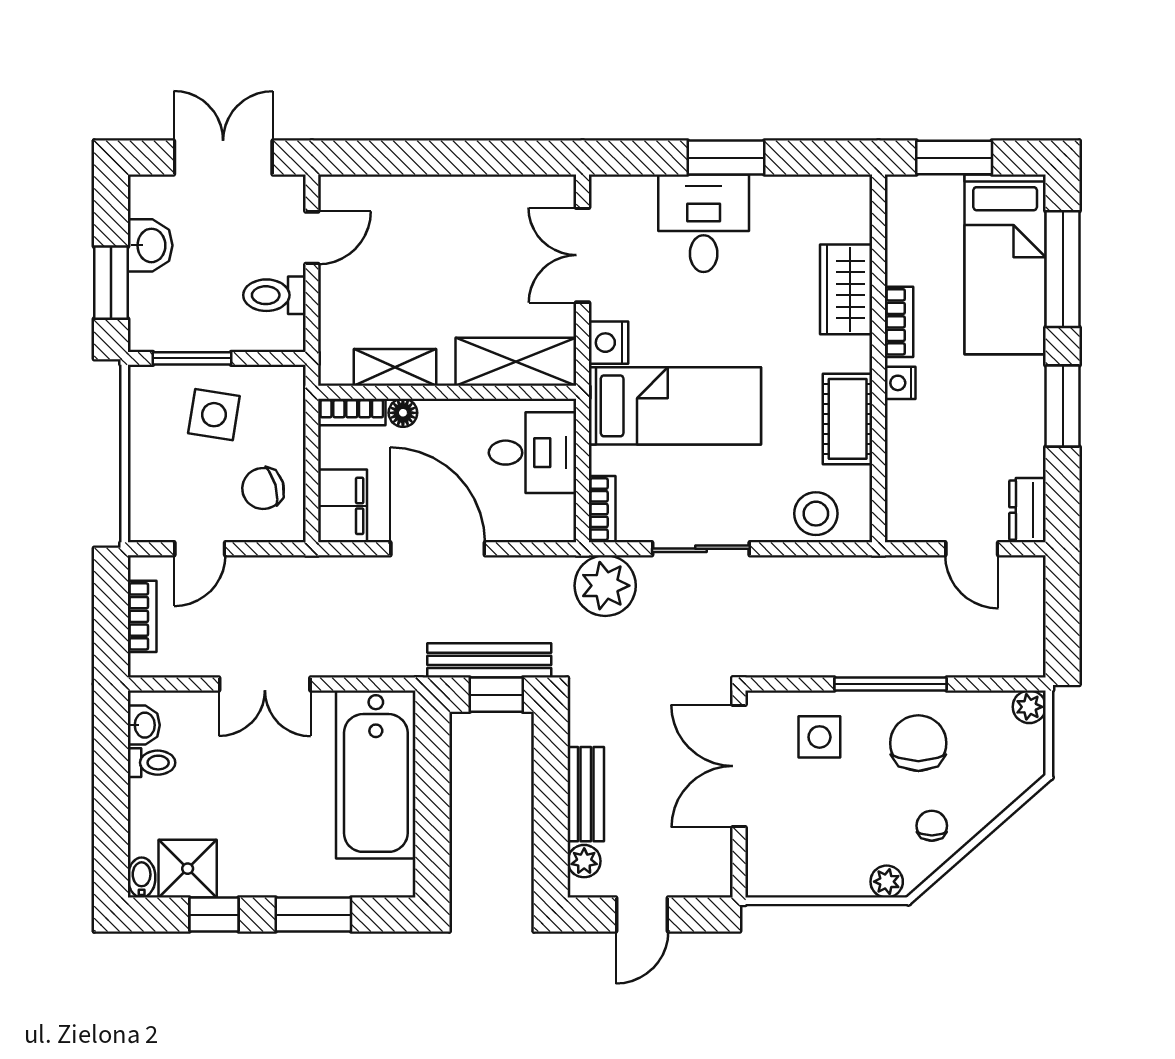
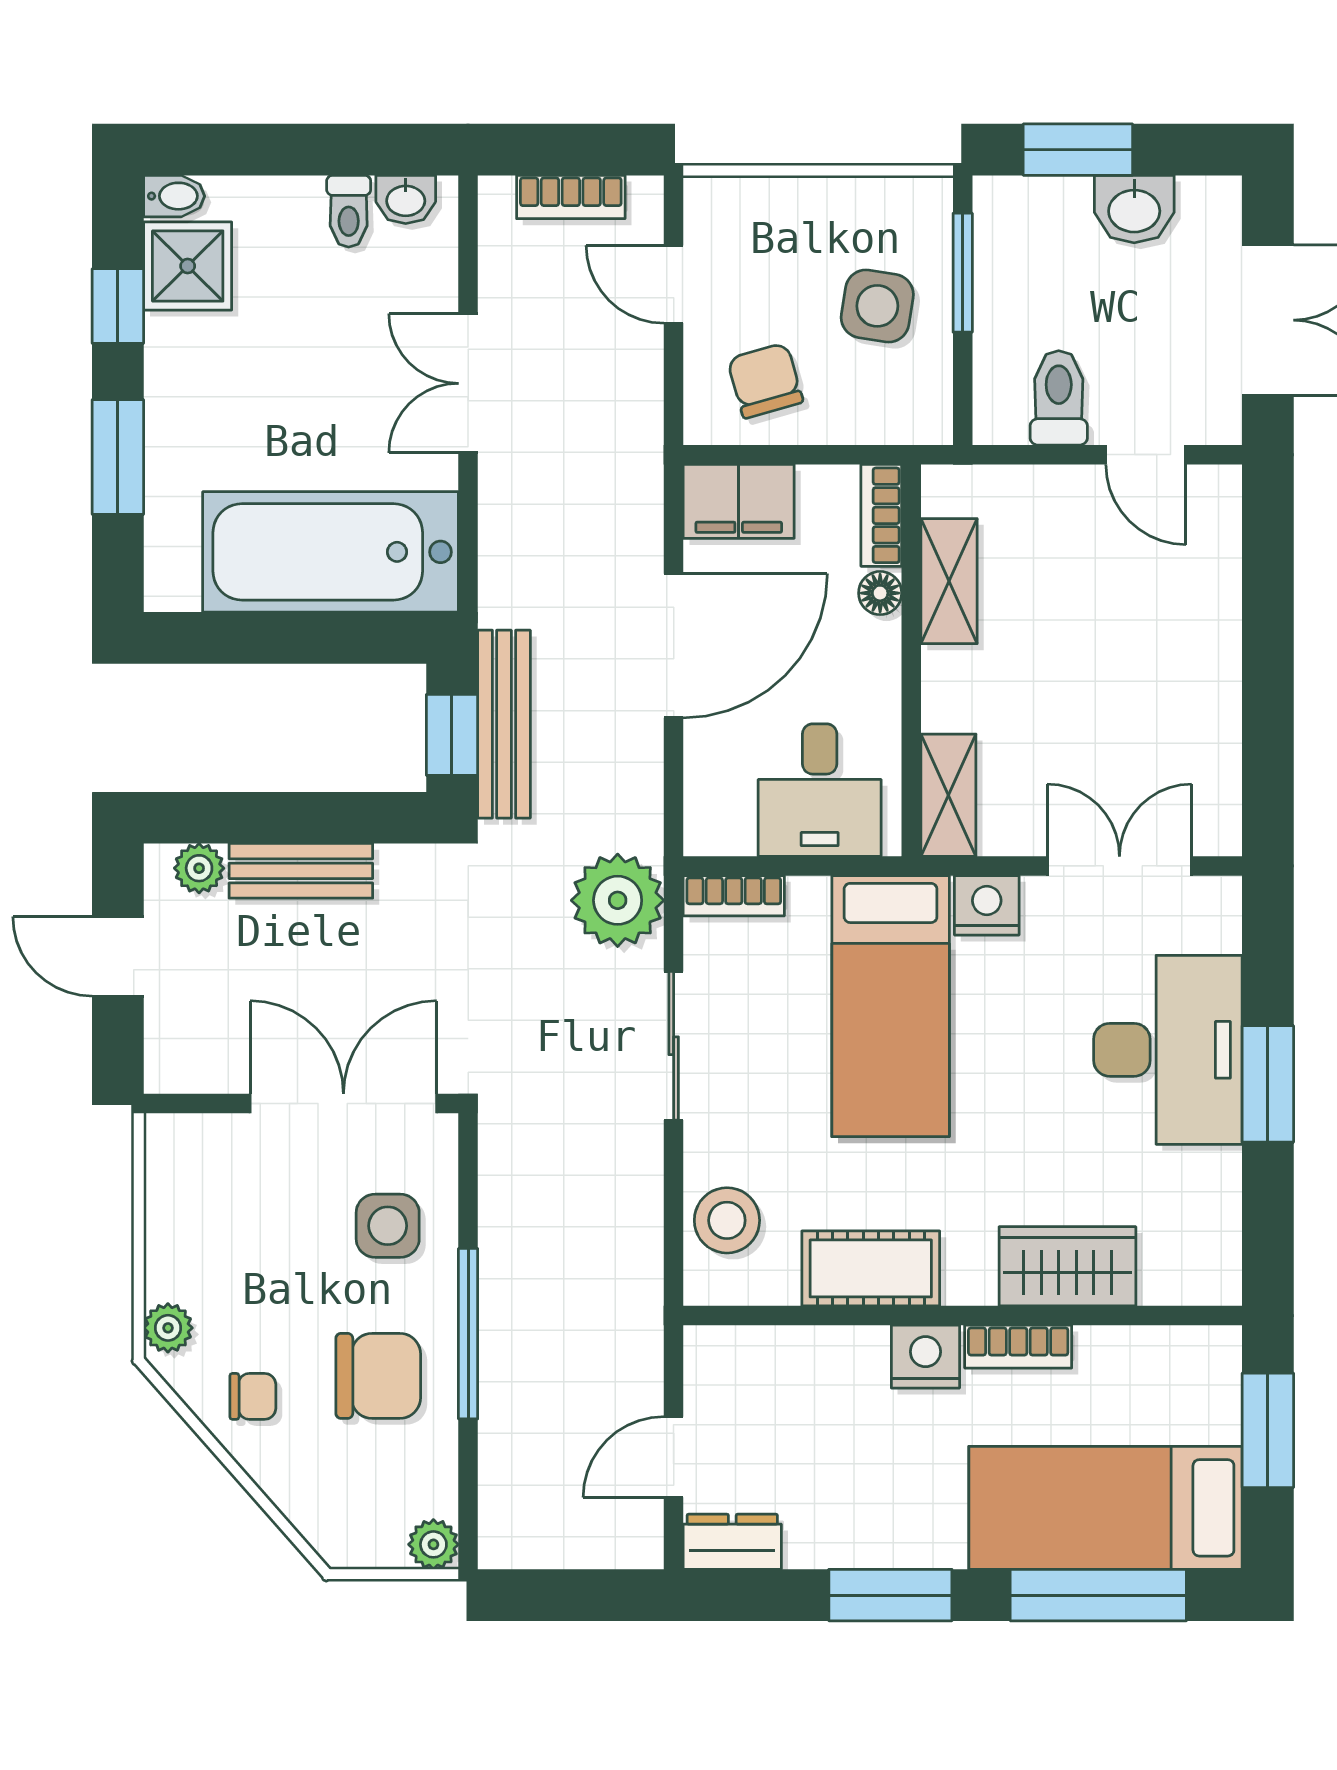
desk: (704, 223) -> (1168, 1050), width x1.37
shelving: (516, 362) -> (948, 795), width x0.67, depth x0.75
nightstand: (900, 383) -> (925, 1357), width x1.39, depth x1.35

